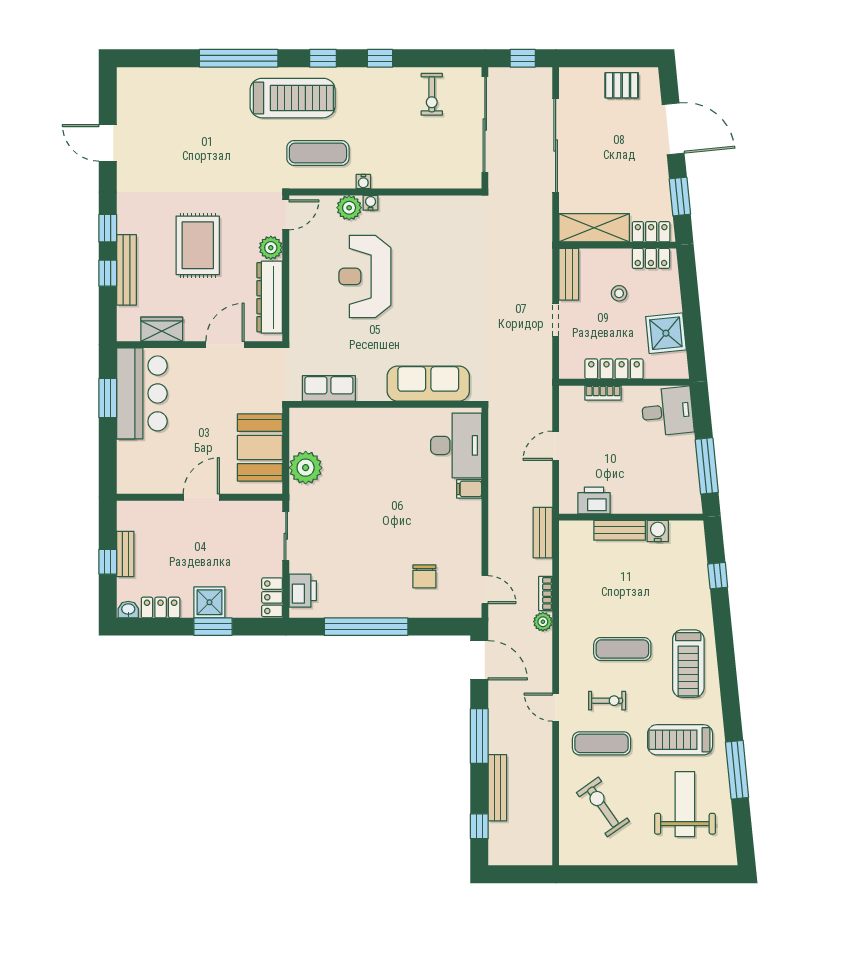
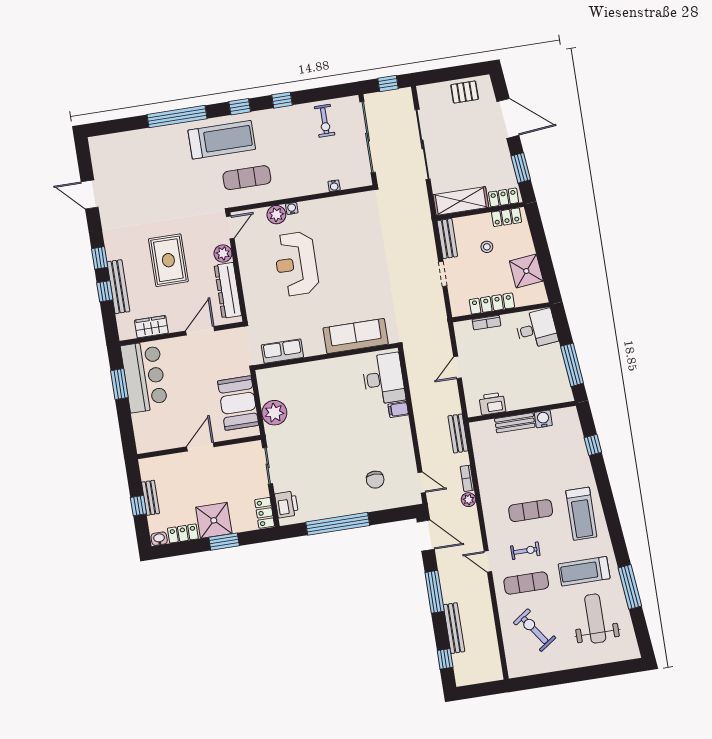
water cooler: (363, 182) -> (334, 186), moved
shower: (209, 602) -> (214, 520), width x1.36, depth x1.36

